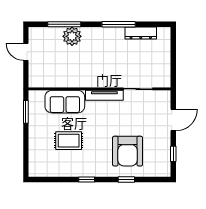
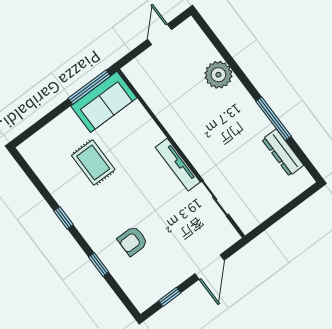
window: (64, 24) -> (226, 55), removed
sofa: (65, 102) -> (104, 102), moved, turned -90
window: (26, 112) -> (89, 87), width x1.44
door: (173, 120) -> (210, 267), hinge flipped
armchair: (128, 151) -> (133, 241), width x0.53, depth x0.53

